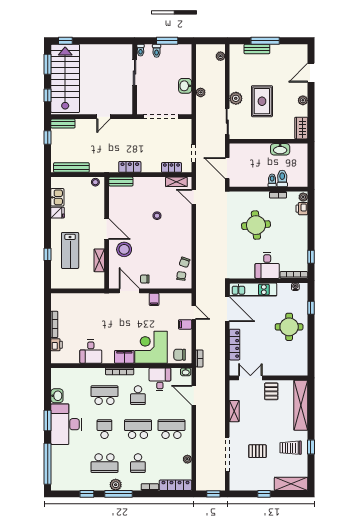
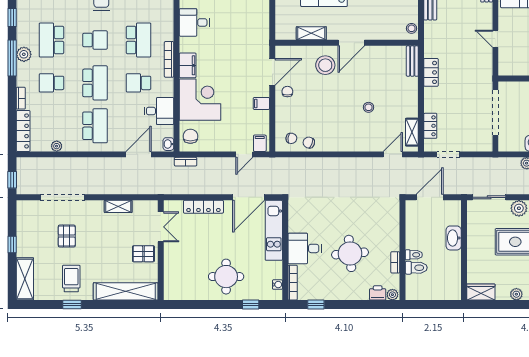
washbasin: (280, 149) -> (454, 238), moved
round table: (256, 225) -> (350, 253), moved
filing cabinet: (185, 324) -> (260, 143), moved

